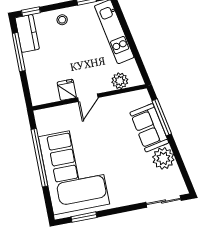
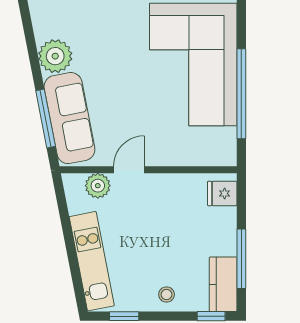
fridge: (67, 90) -> (222, 193), moved, turned 90
door: (88, 98) -> (129, 170), moved
sofa: (149, 128) -> (69, 118), width x1.36

